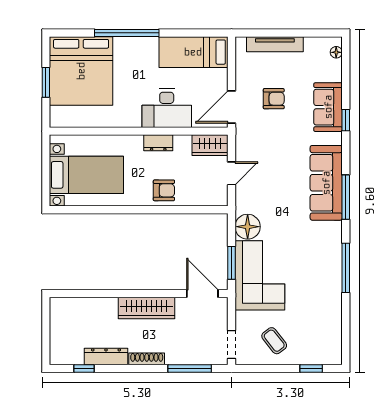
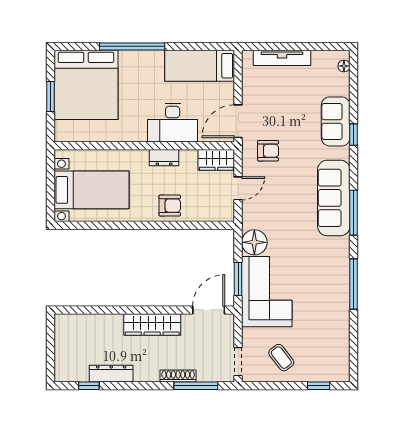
armchair: (274, 99) -> (268, 151), moved
door: (202, 294) -> (209, 310), hinge flipped
shoe rack: (147, 359) -> (178, 376), moved

